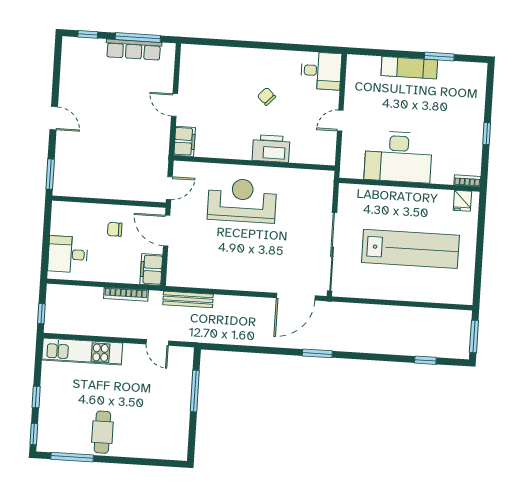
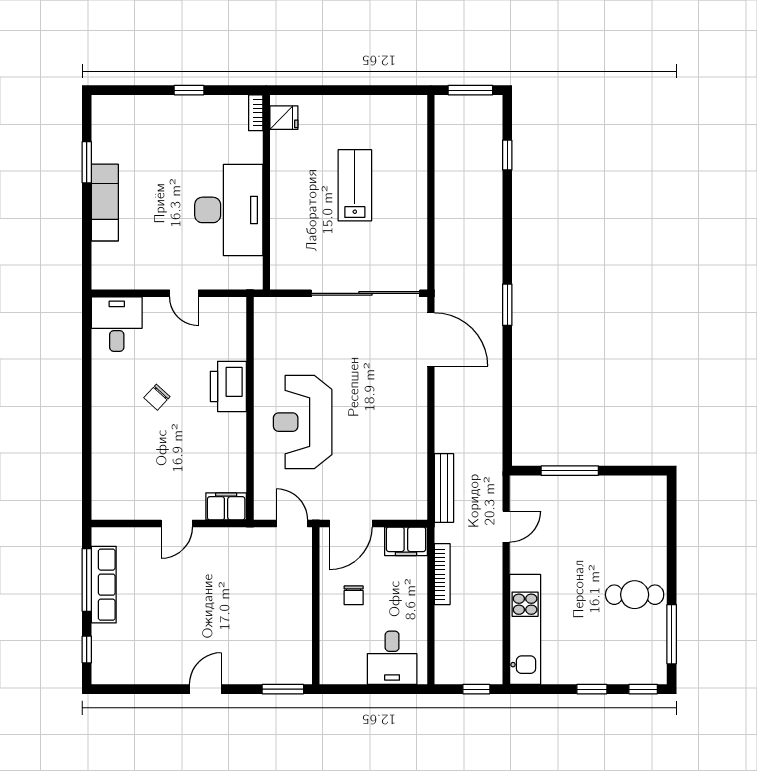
lab bench: (410, 249) -> (355, 185), width x0.54, depth x0.72

